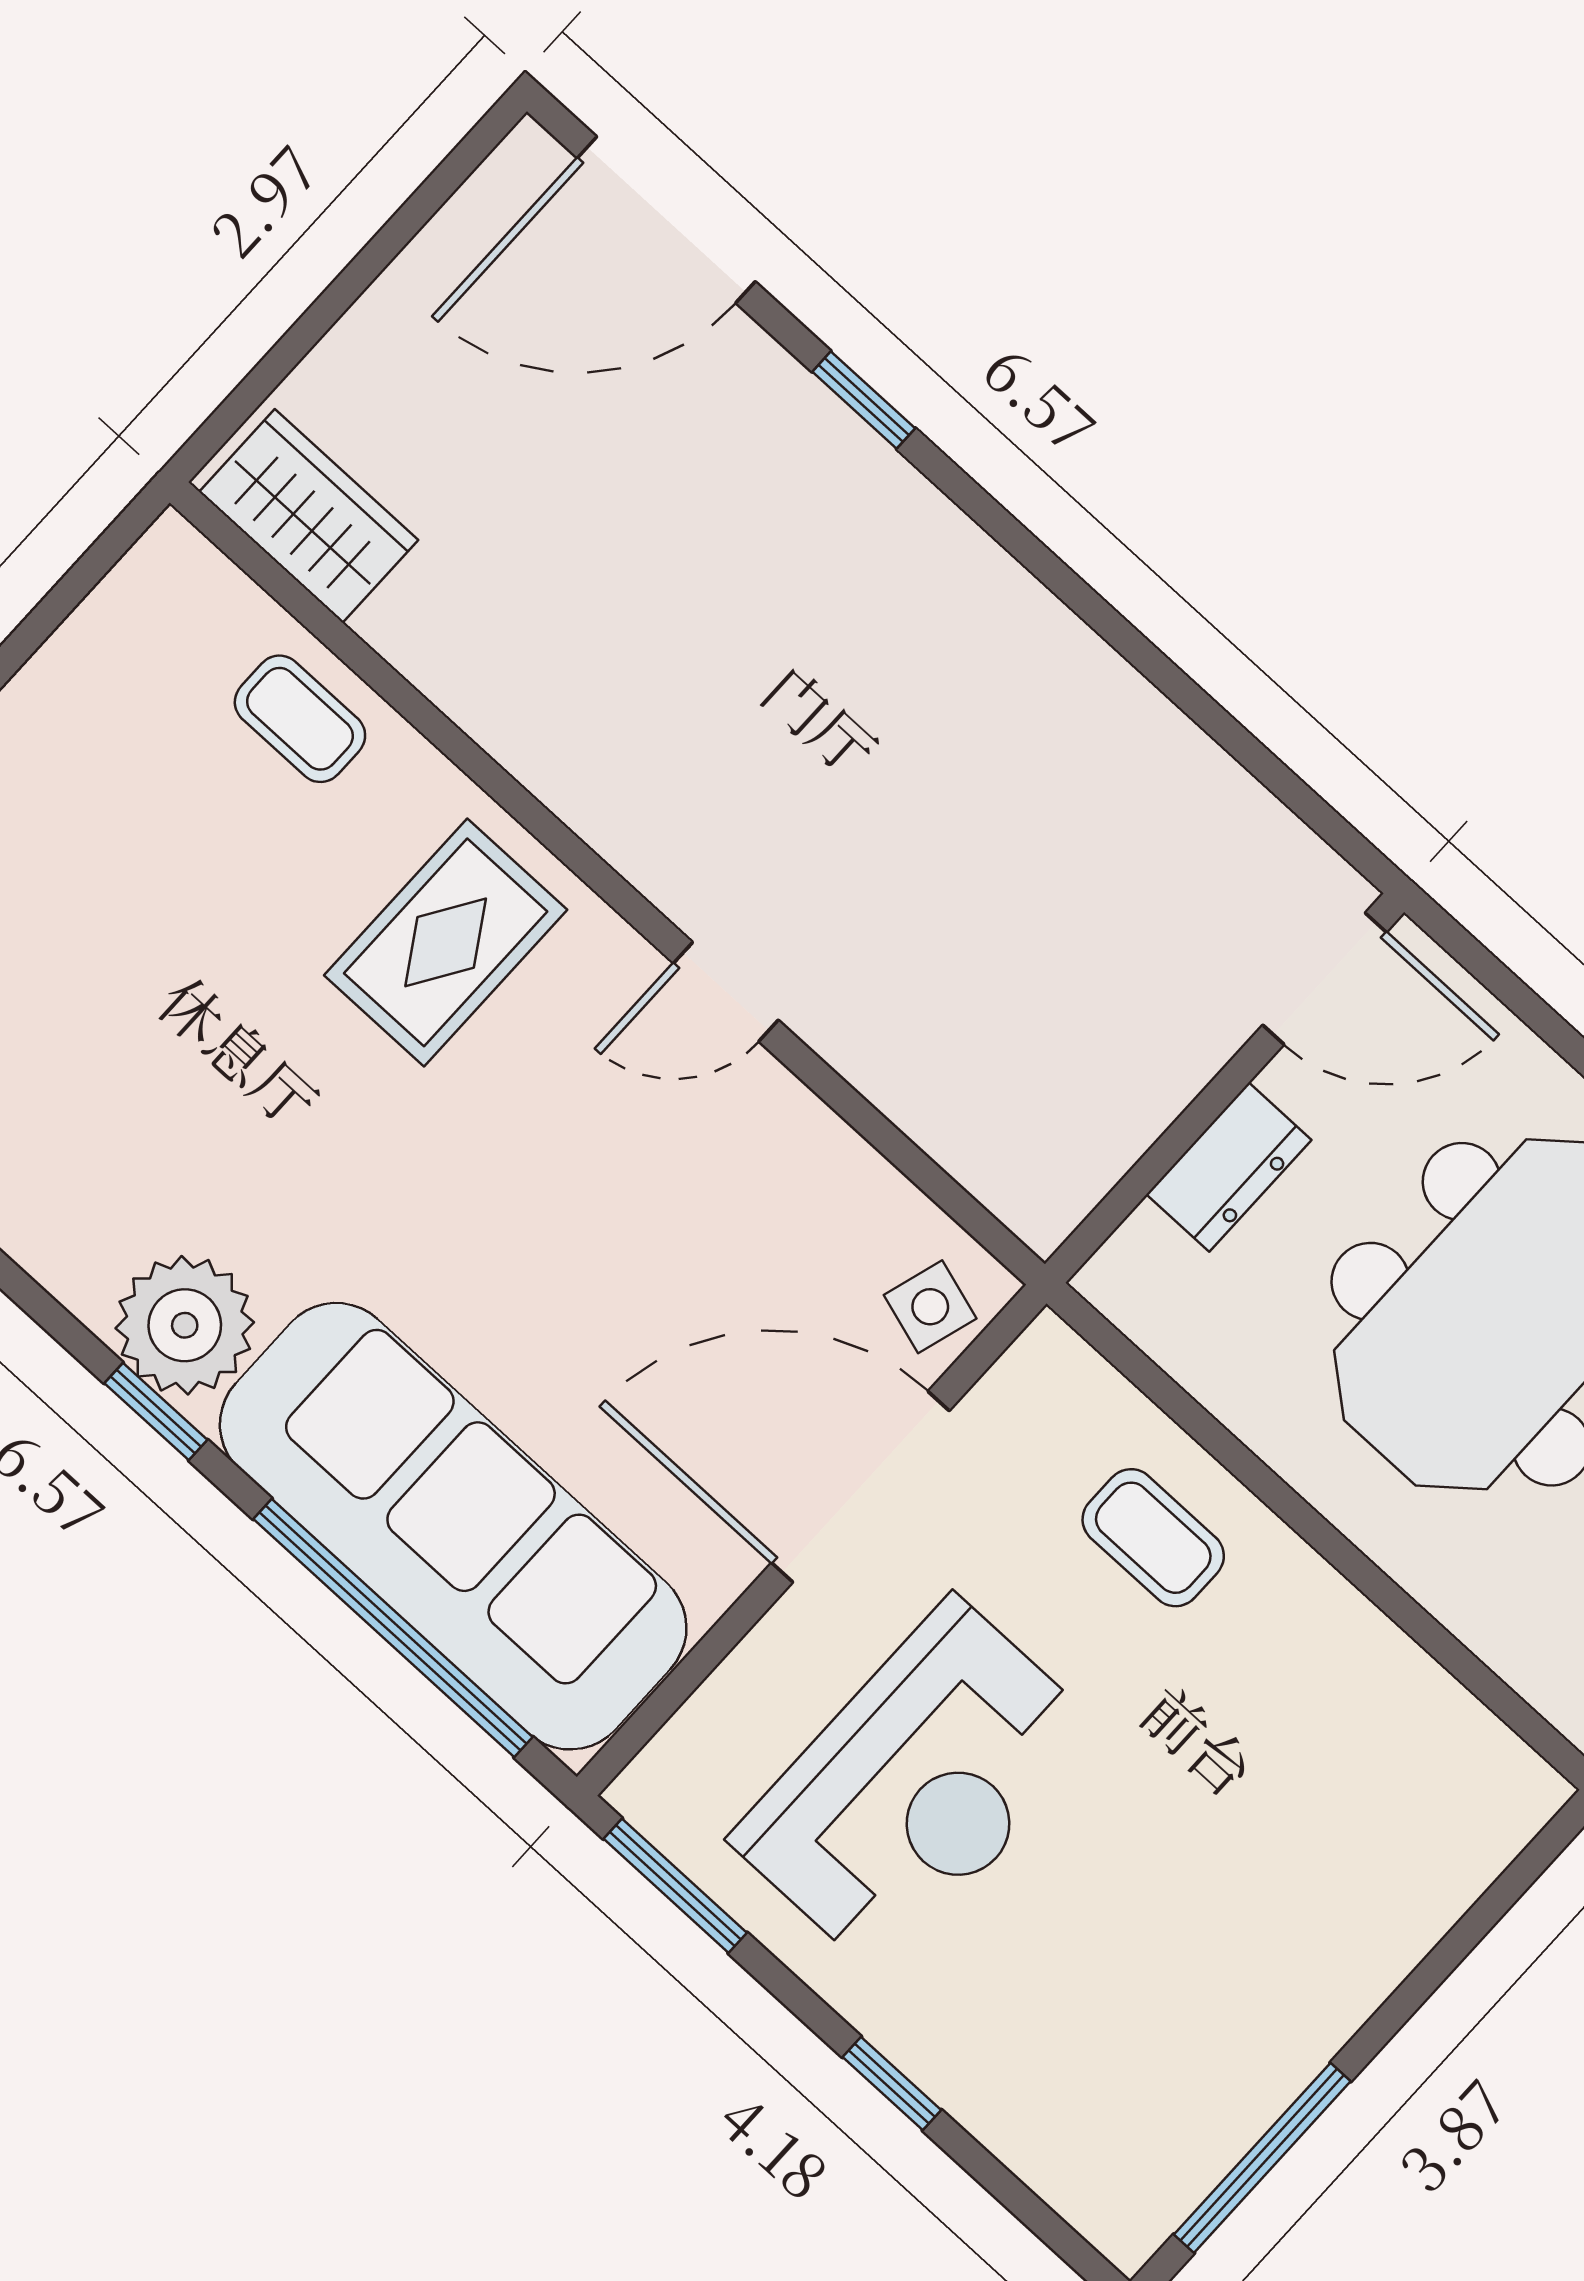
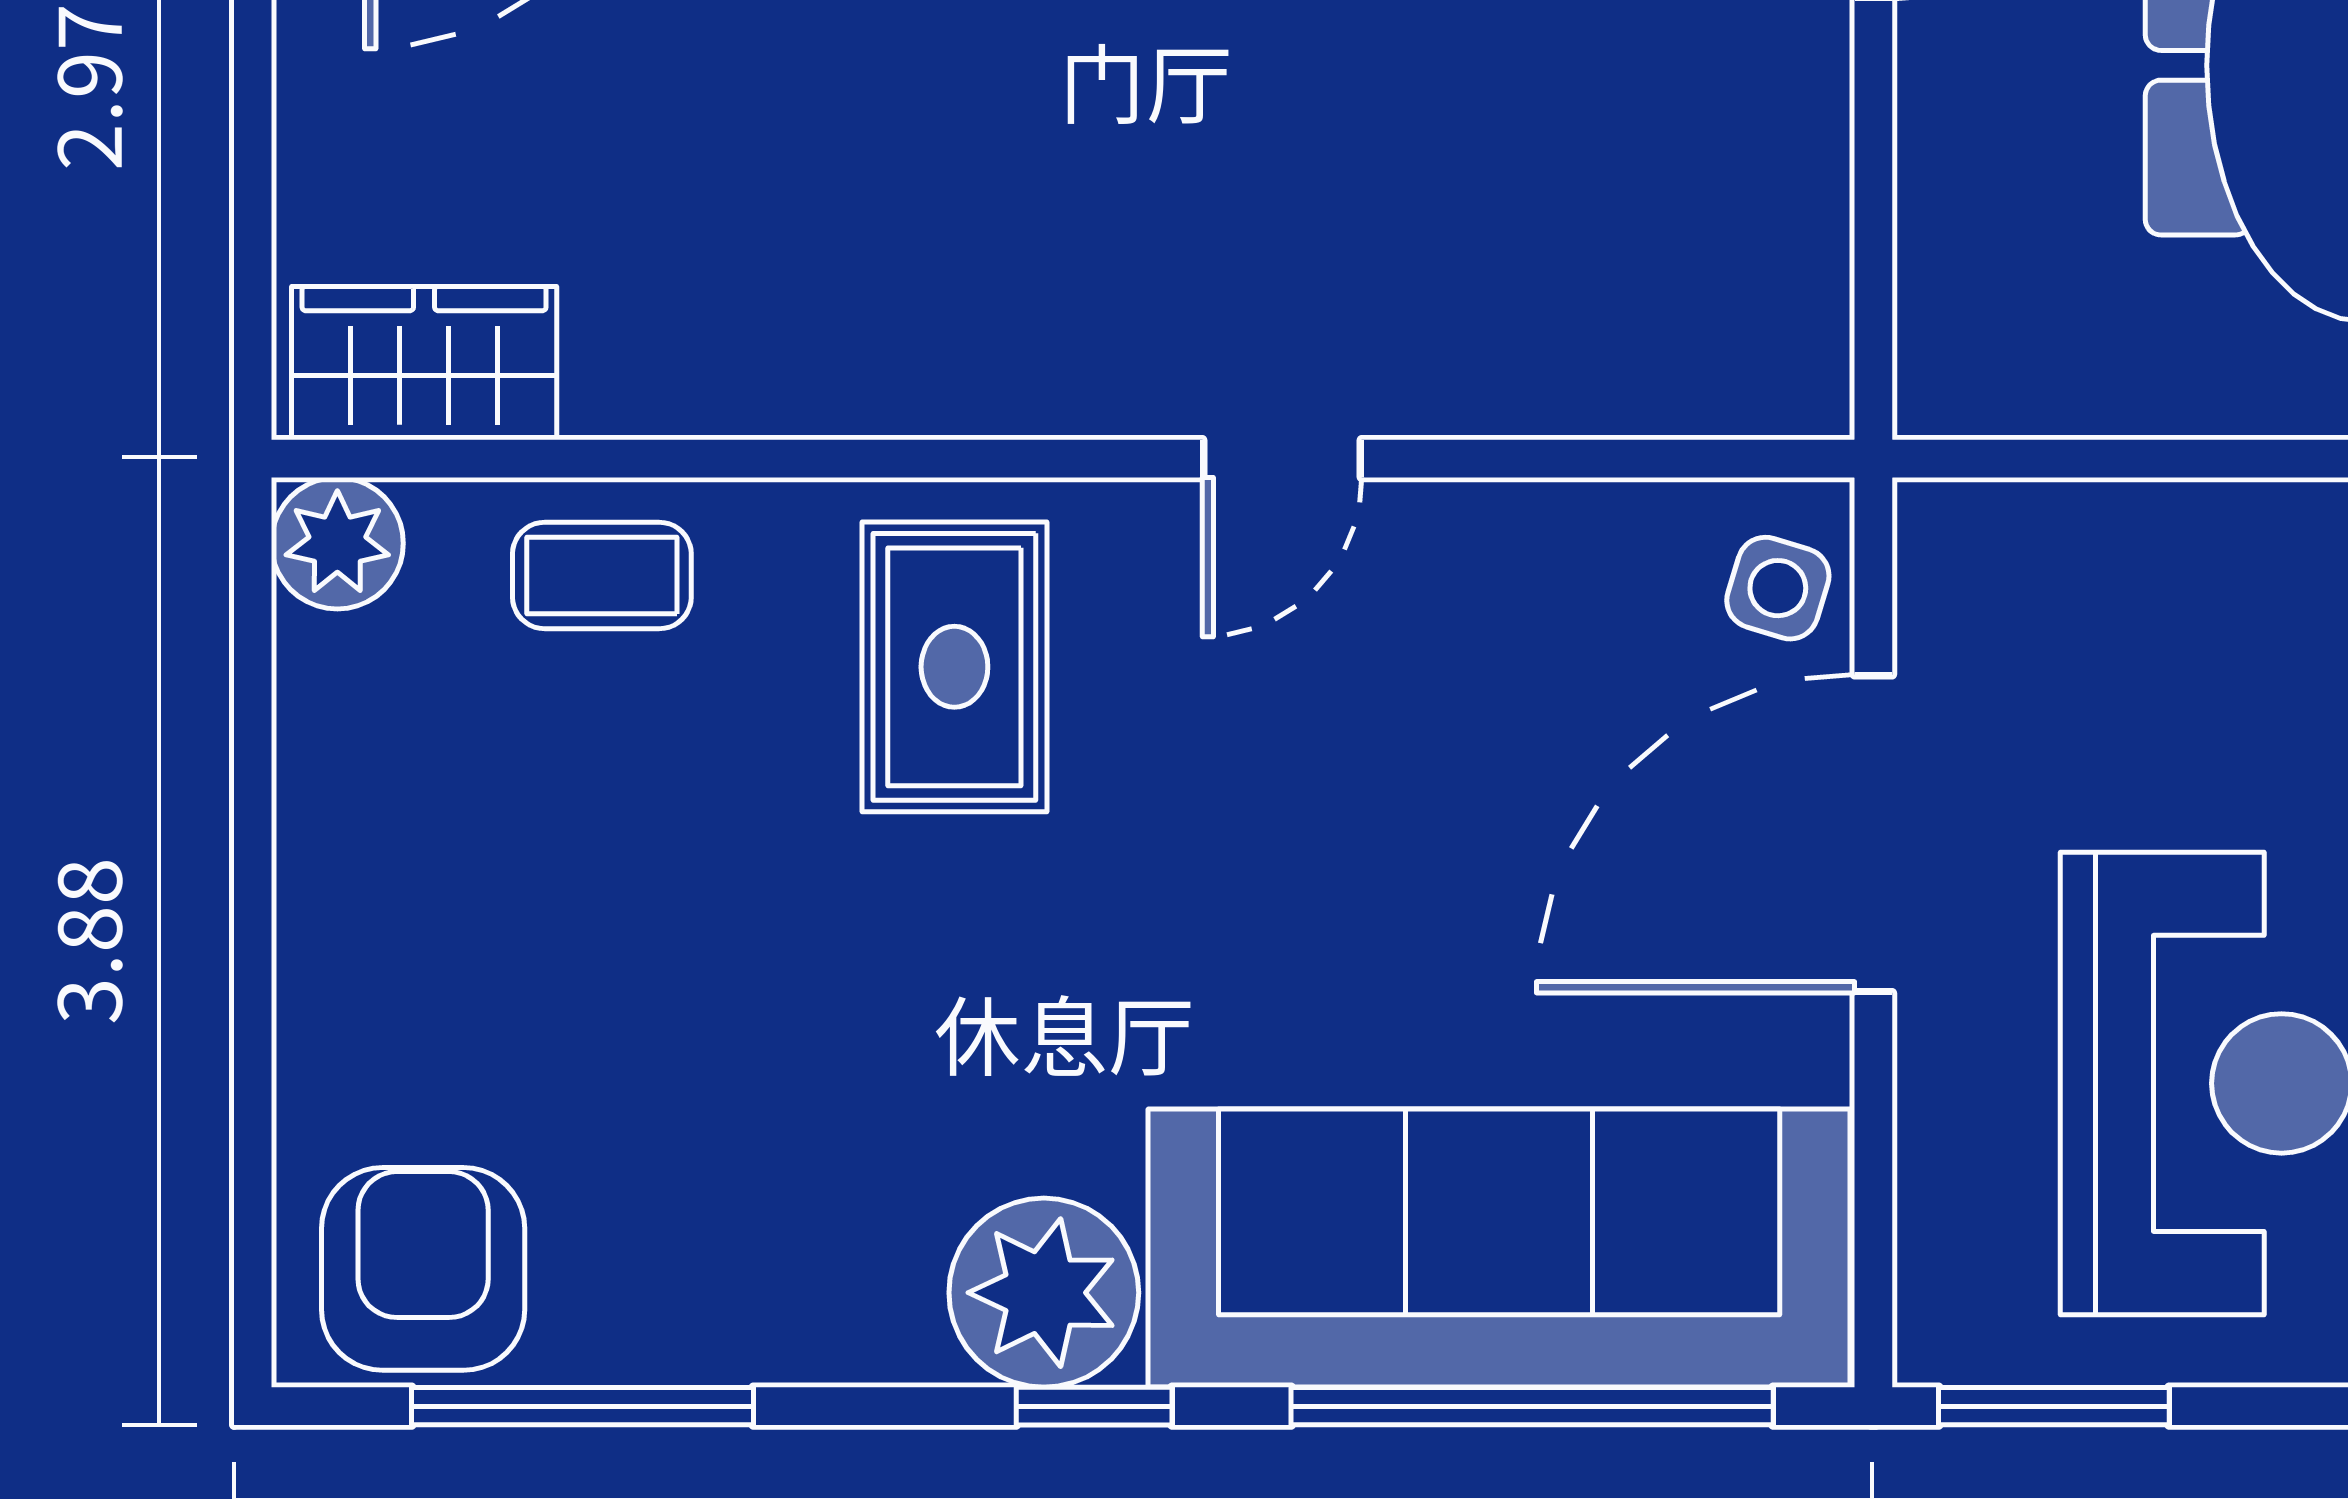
plant: (173, 571) -> (337, 543), added
dresser: (1229, 1167) -> (1950, 173), removed
coffee table: (1153, 1538) -> (2215, 616), removed

